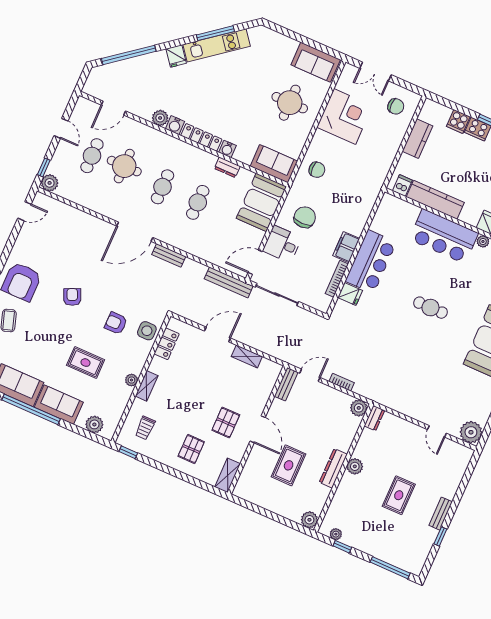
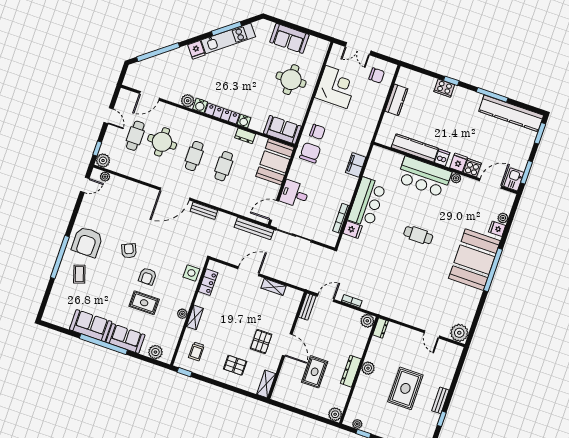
sofa: (316, 62) -> (289, 38), moved
cooker: (458, 121) -> (428, 83), removed
dishwasher: (402, 186) -> (442, 158), moved
plant: (50, 203) -> (105, 177), added
chair: (305, 217) -> (310, 153), moved
filing cabinet: (346, 247) -> (356, 165), moved
armchair: (116, 323) -> (147, 276), moved, turned -90
pallet: (191, 449) -> (235, 365), turned 90
rug: (399, 495) -> (405, 388), width x1.36, depth x1.43

